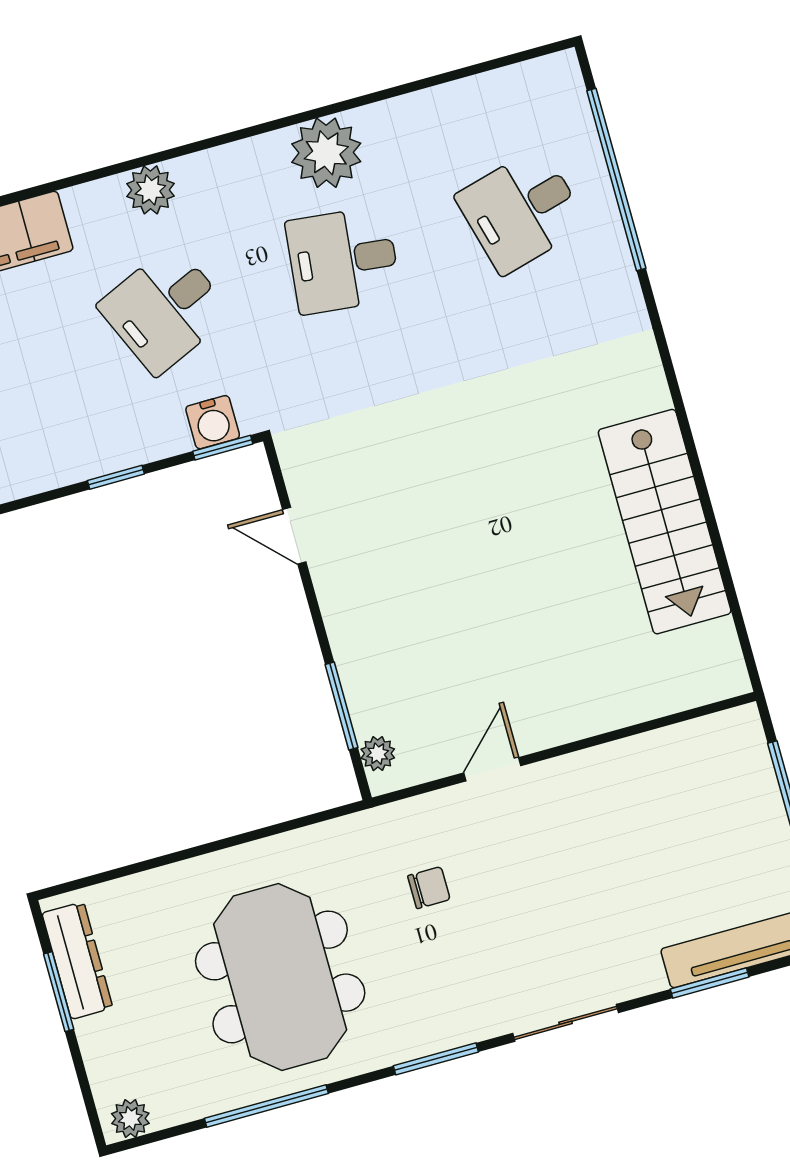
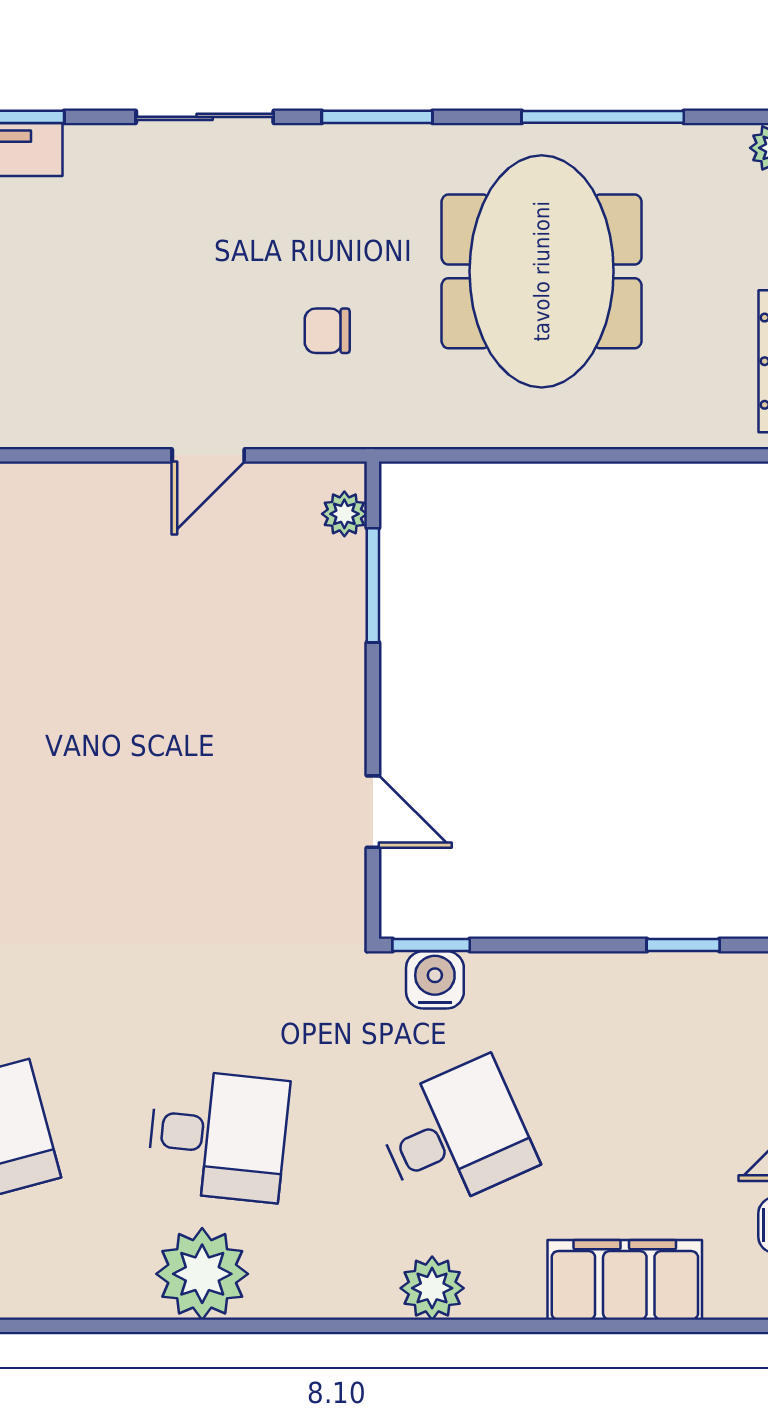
window: (116, 477) -> (683, 945), moved

